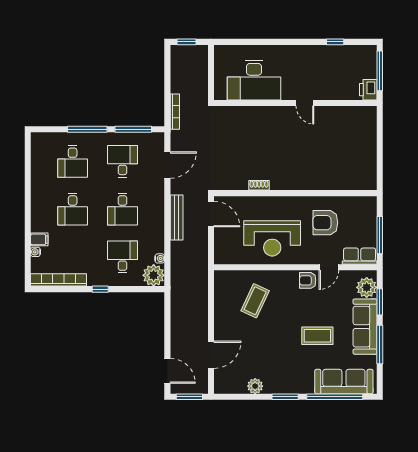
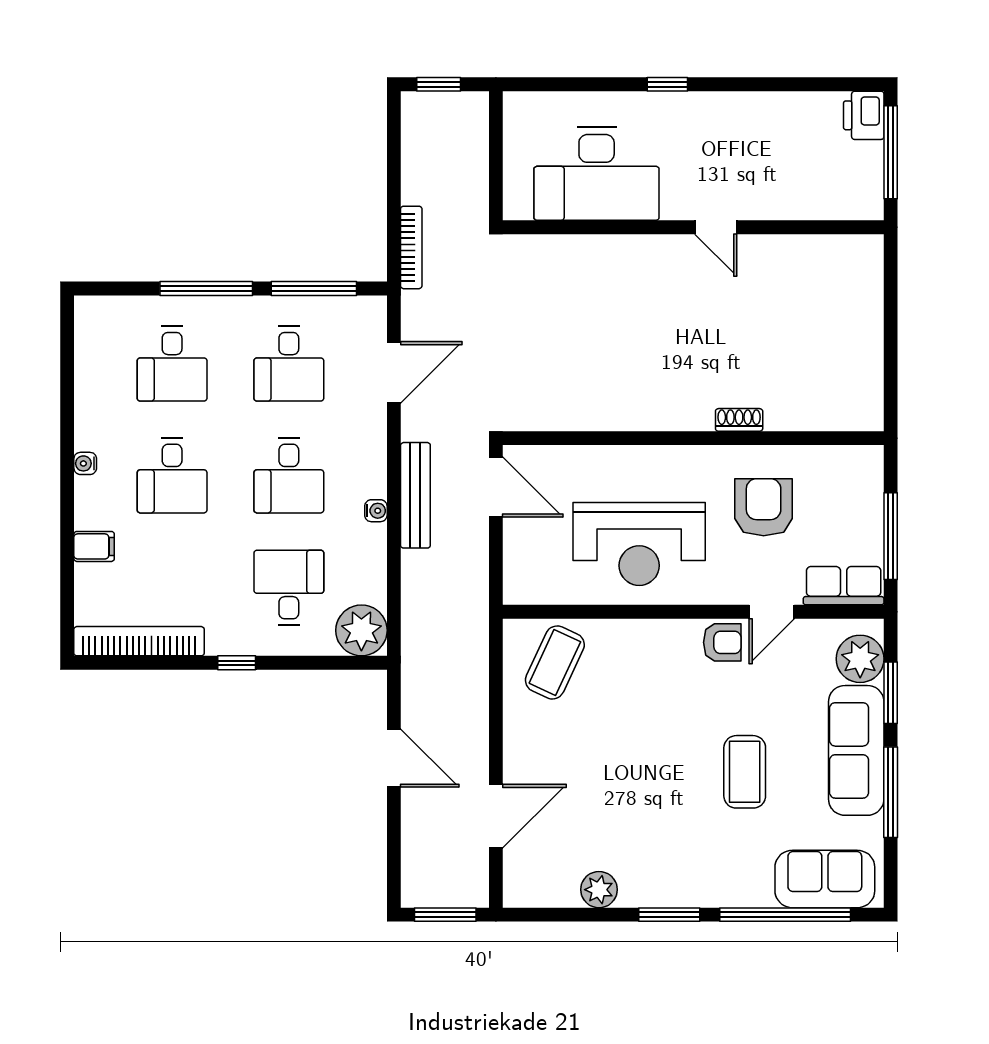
window: (335, 42) -> (667, 84), moved
printer: (368, 90) -> (864, 115), moved
desk: (123, 161) -> (289, 364), turned 180
shoe rack: (259, 185) -> (739, 420), moved
armchair: (325, 223) -> (764, 507), turned 90
water cooler: (35, 252) -> (85, 463), moved
water cooler: (160, 258) -> (376, 511), moved
armchair: (308, 280) -> (722, 642), turned 180
coffee table: (255, 301) -> (555, 662), moved
coffee table: (317, 336) -> (745, 772), turned 90
door: (167, 371) -> (394, 758), moved
sofa: (344, 382) -> (825, 879), width x0.73

